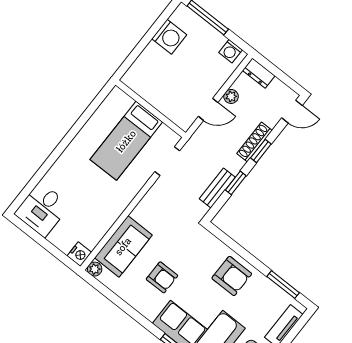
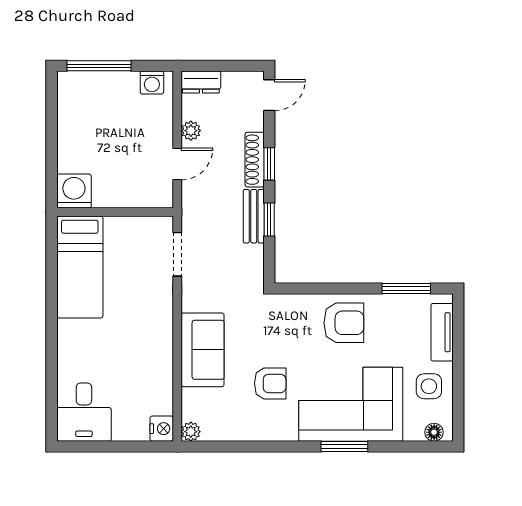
washing machine: (169, 37) -> (74, 191), moved, turned -90
bed: (126, 141) -> (80, 267), moved
bench: (217, 188) -> (254, 216), moved
sofa: (123, 246) -> (203, 350), moved

